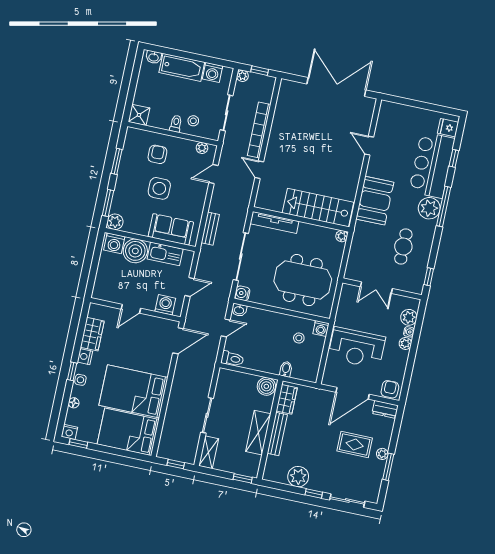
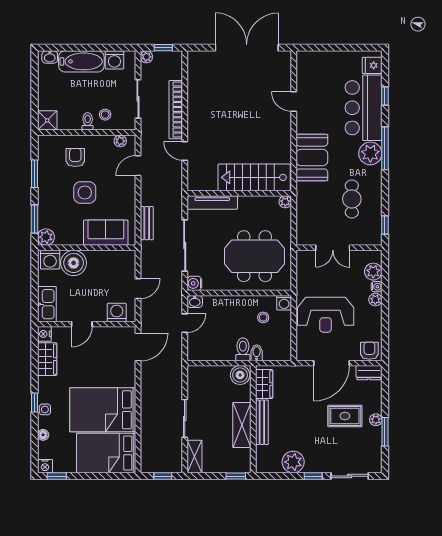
kitchen sink: (165, 254) -> (47, 304), moved, turned -90
nightstand: (85, 357) -> (44, 334), moved
toilet: (232, 359) -> (243, 349), moved, turned -90

